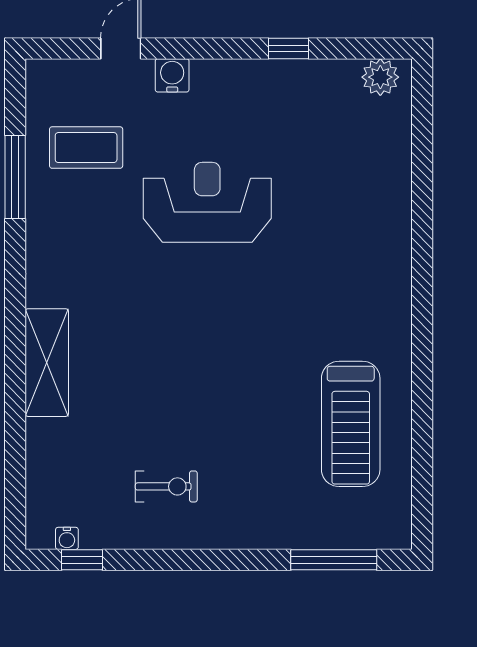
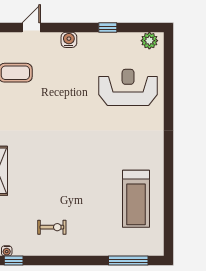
water cooler: (172, 75) -> (69, 40), moved
reception desk: (207, 202) -> (128, 87), moved

